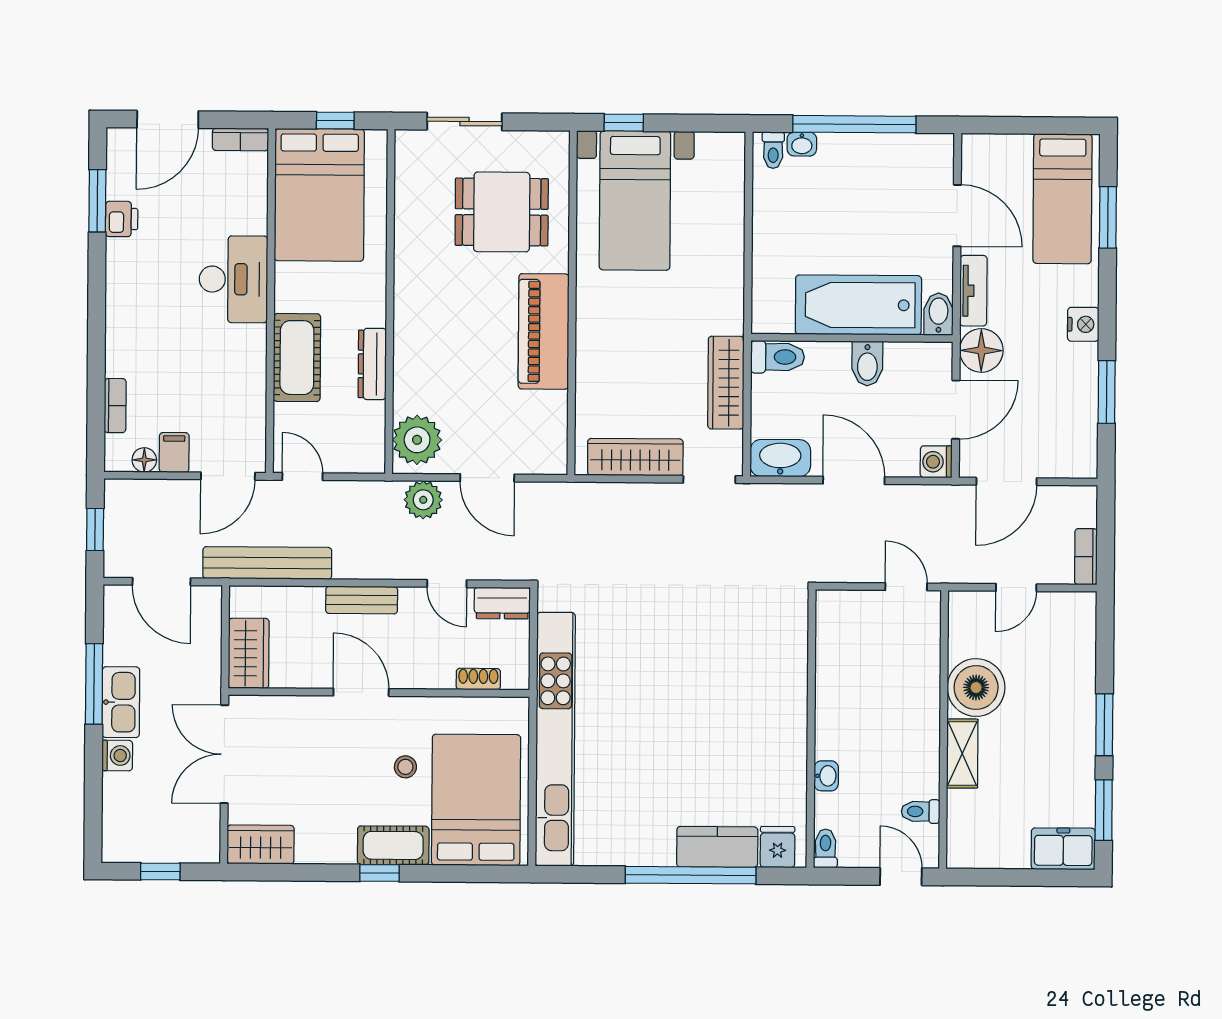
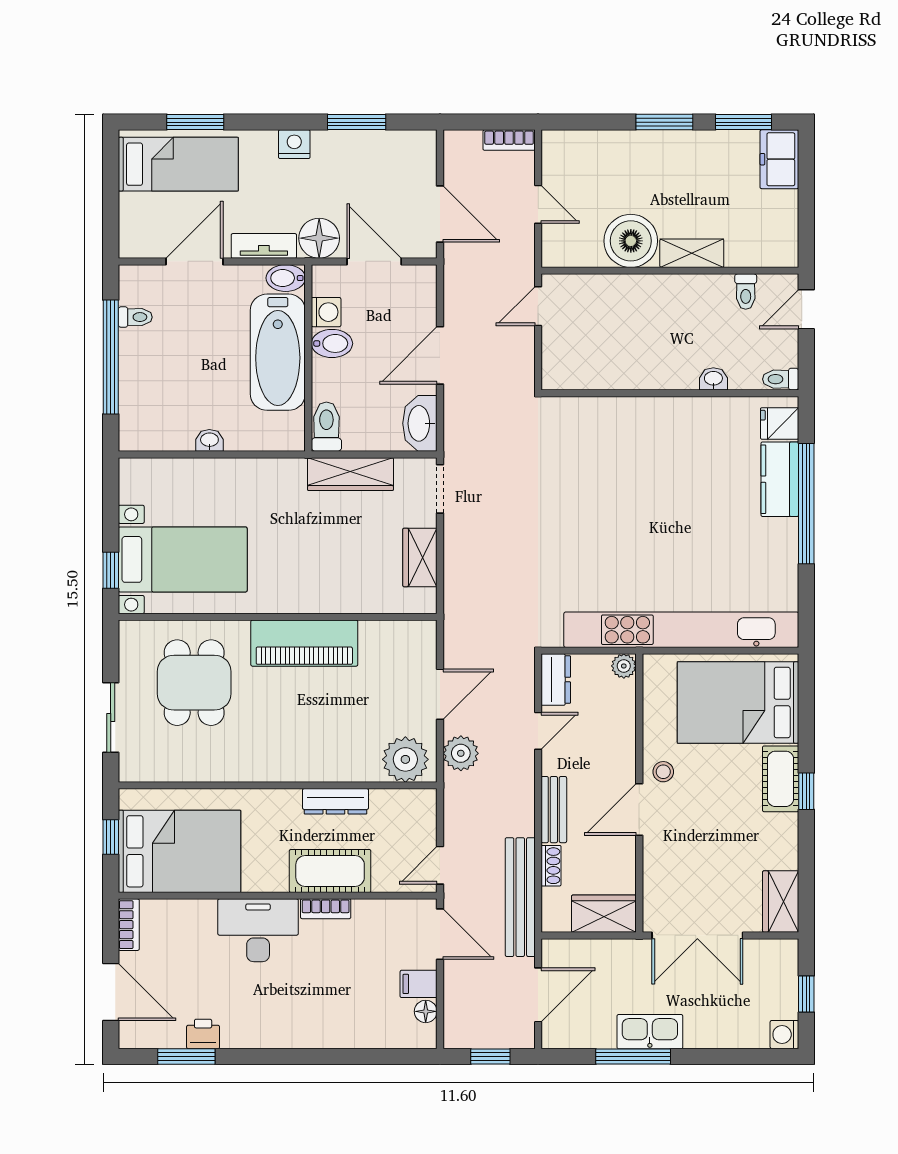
washbasin: (802, 144) -> (209, 440), moved, turned -90
toilet: (773, 150) -> (135, 317), moved
bookcase: (115, 406) -> (326, 909), moved, turned 180
wardrobe: (635, 457) -> (420, 557), width x0.67
washing machine: (936, 462) -> (326, 312), moved, turned -90
plant: (516, 677) -> (624, 666), added
shoe rack: (478, 679) -> (551, 866), moved, turned 180
washing machine: (117, 756) -> (784, 1035), moved, turned -90
stool: (405, 767) -> (663, 772), moved

